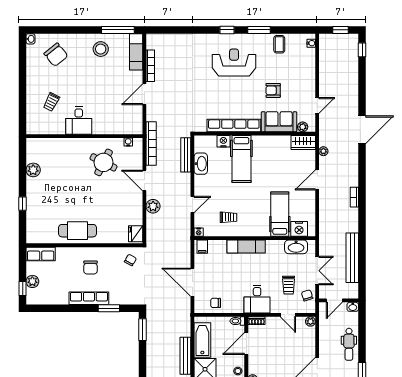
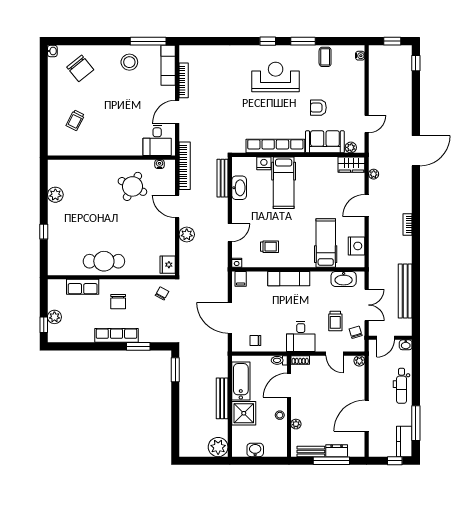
desk: (79, 120) -> (157, 140), moved
nightstand: (299, 229) -> (356, 246), moved, turned -90
row of seats: (41, 254) -> (83, 287), moved

